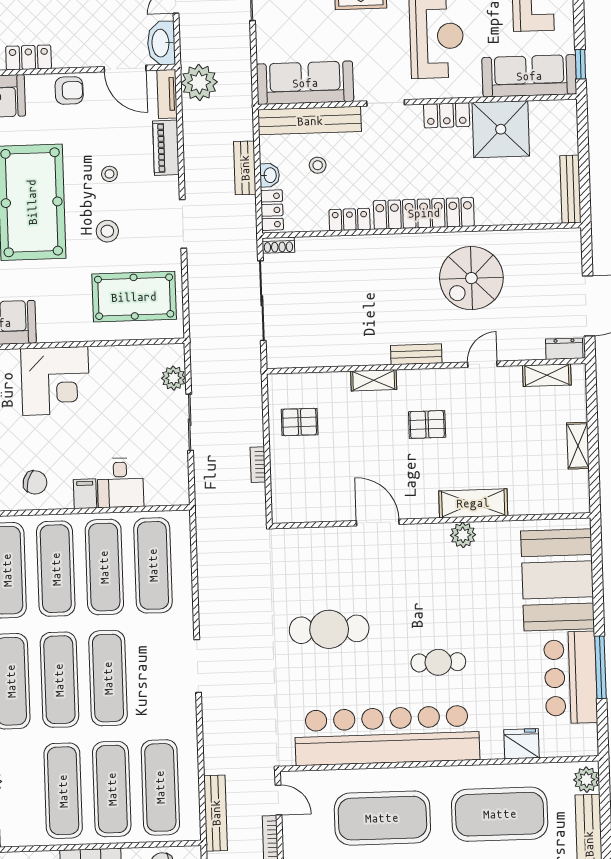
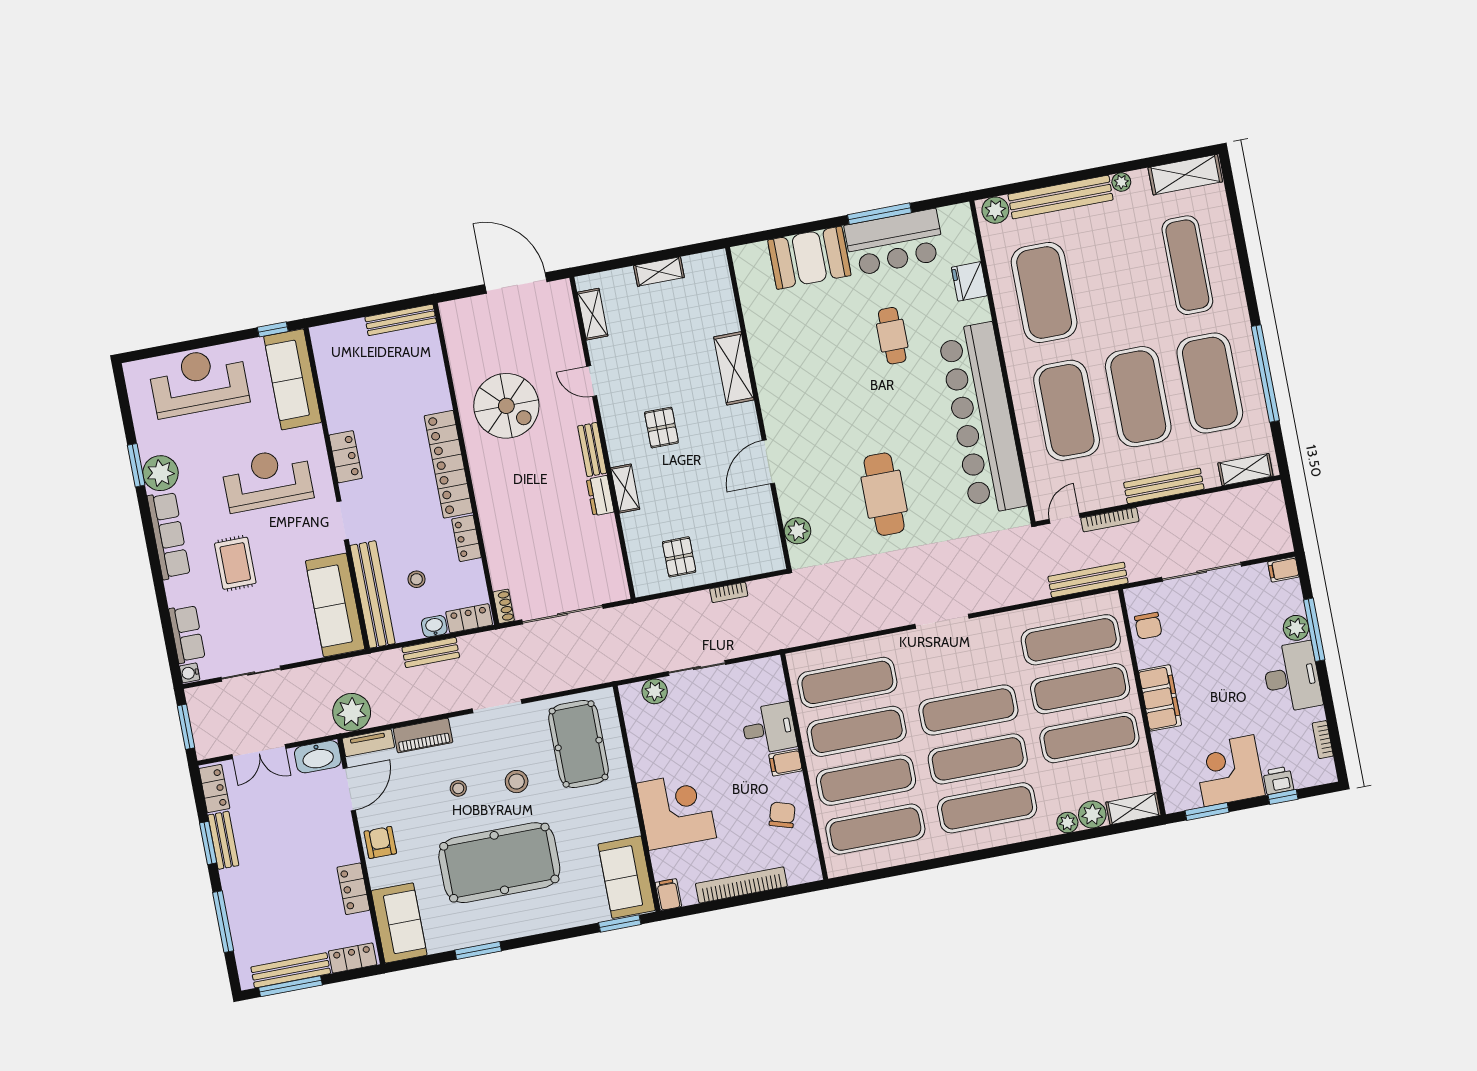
shower: (501, 129) -> (351, 400), removed
dresser: (564, 349) -> (600, 496), moved
plant: (463, 535) -> (797, 531), moved
booth: (558, 580) -> (809, 258), width x0.73, depth x0.70
cafe table: (438, 662) -> (892, 336), moved

